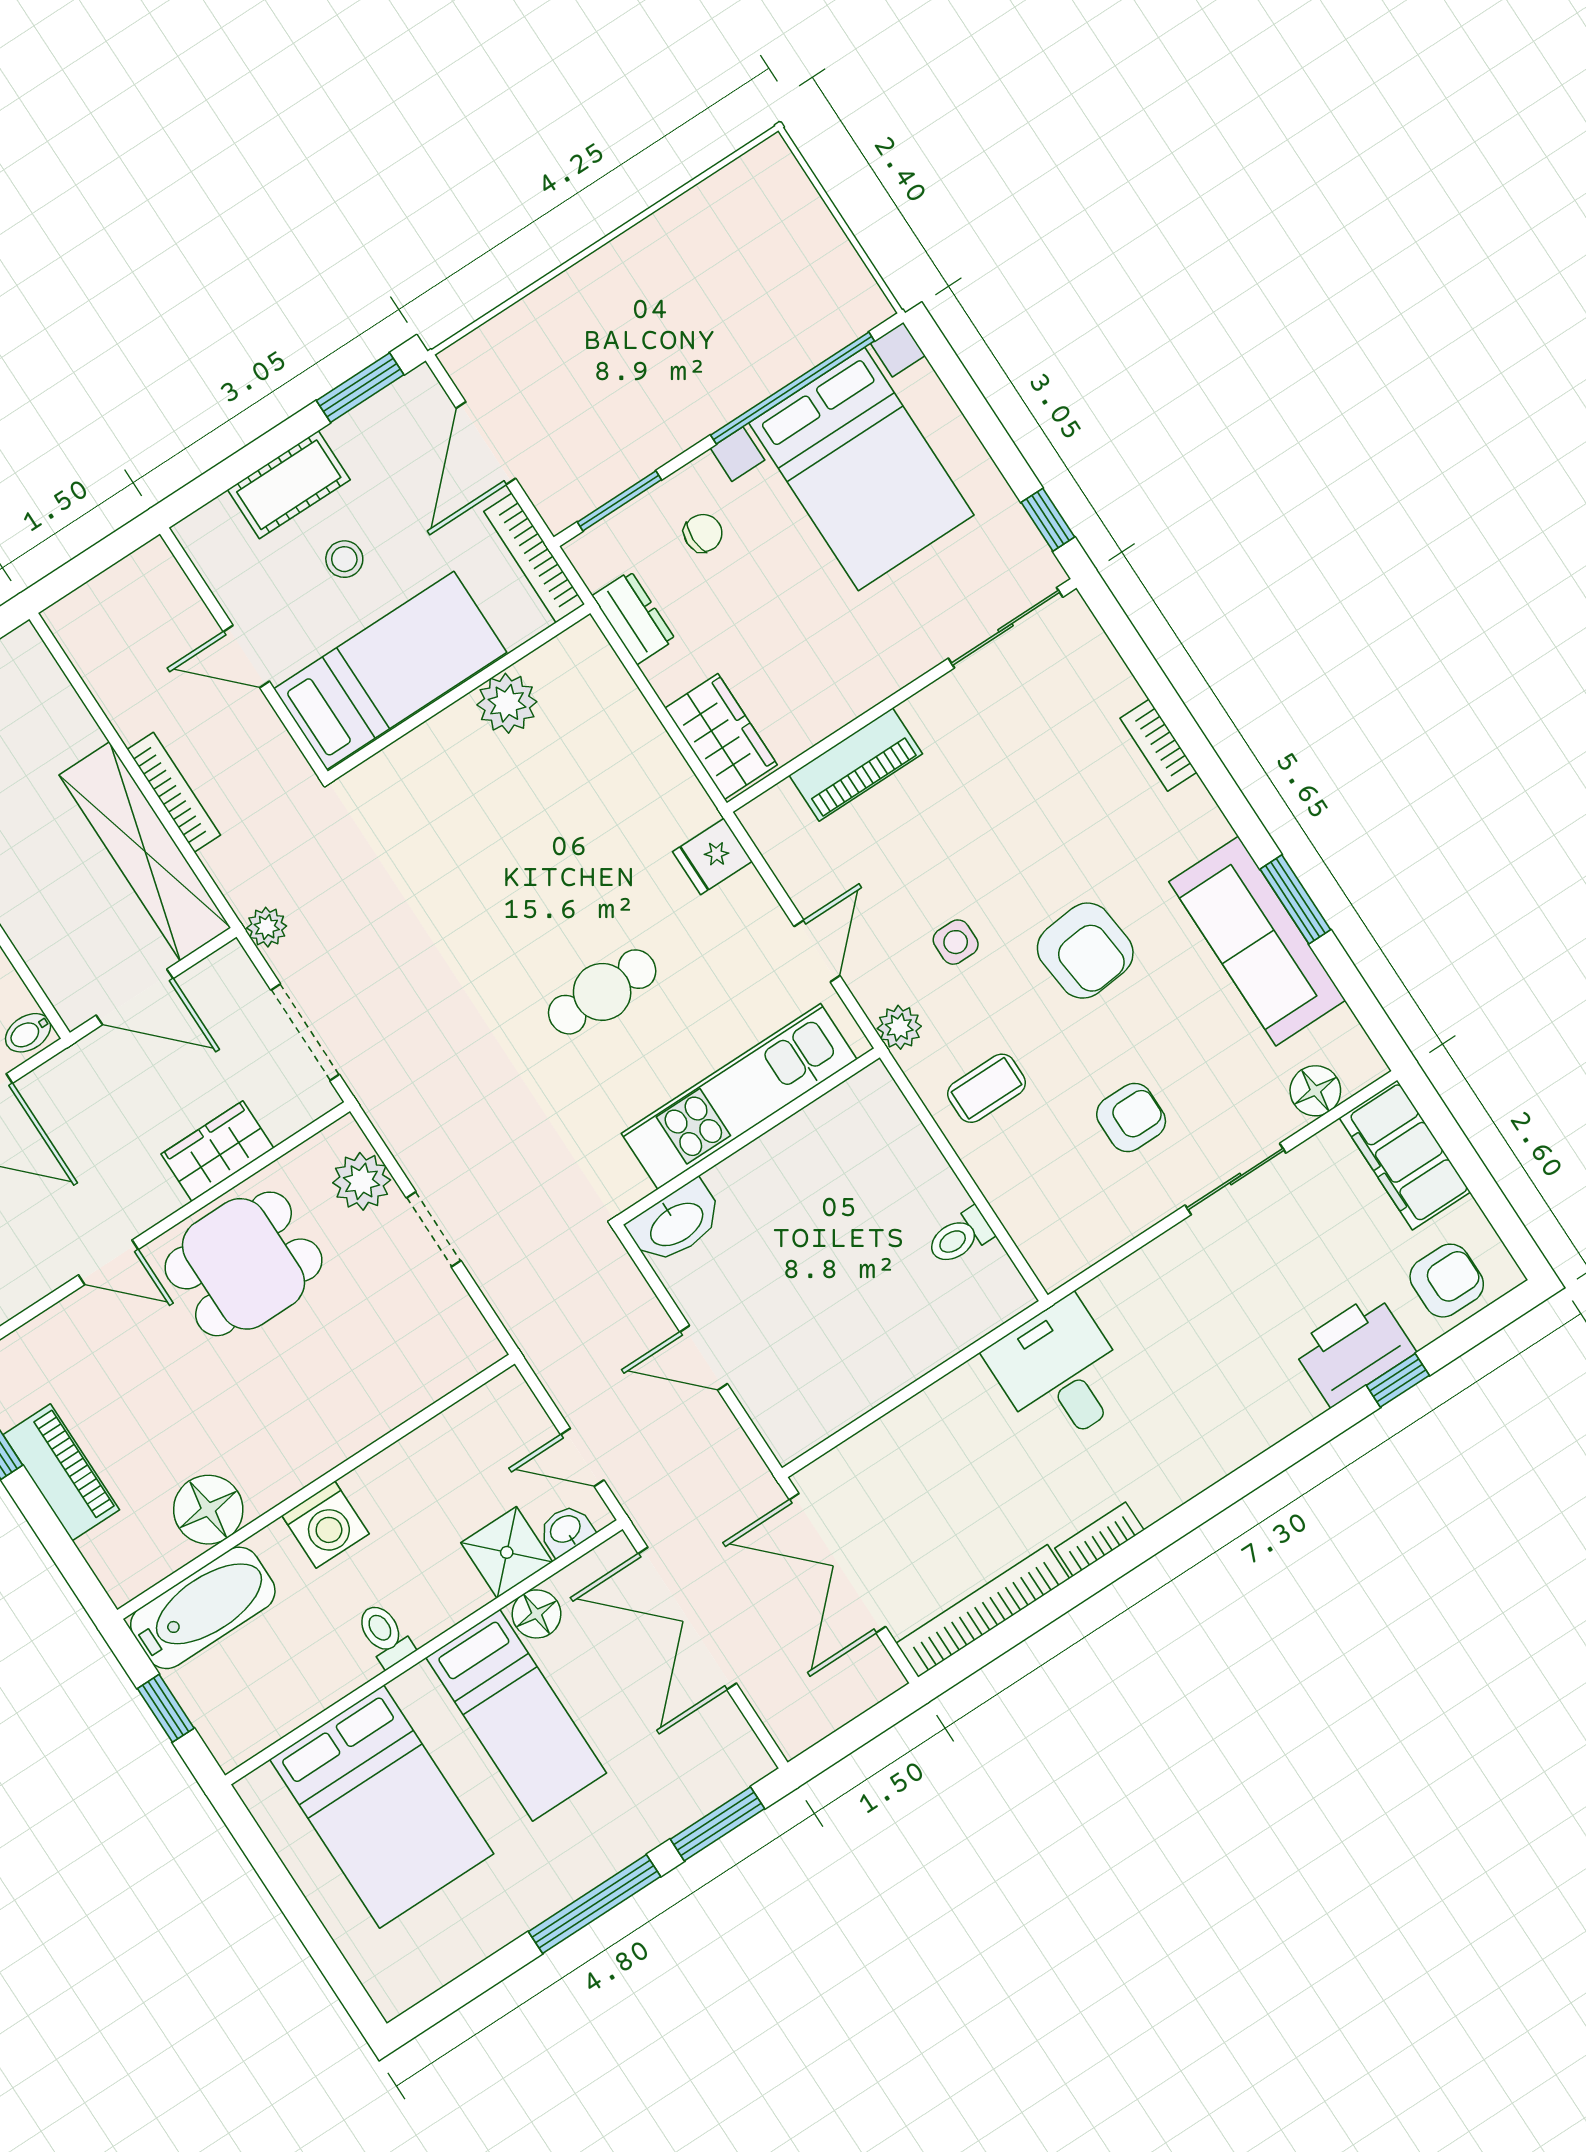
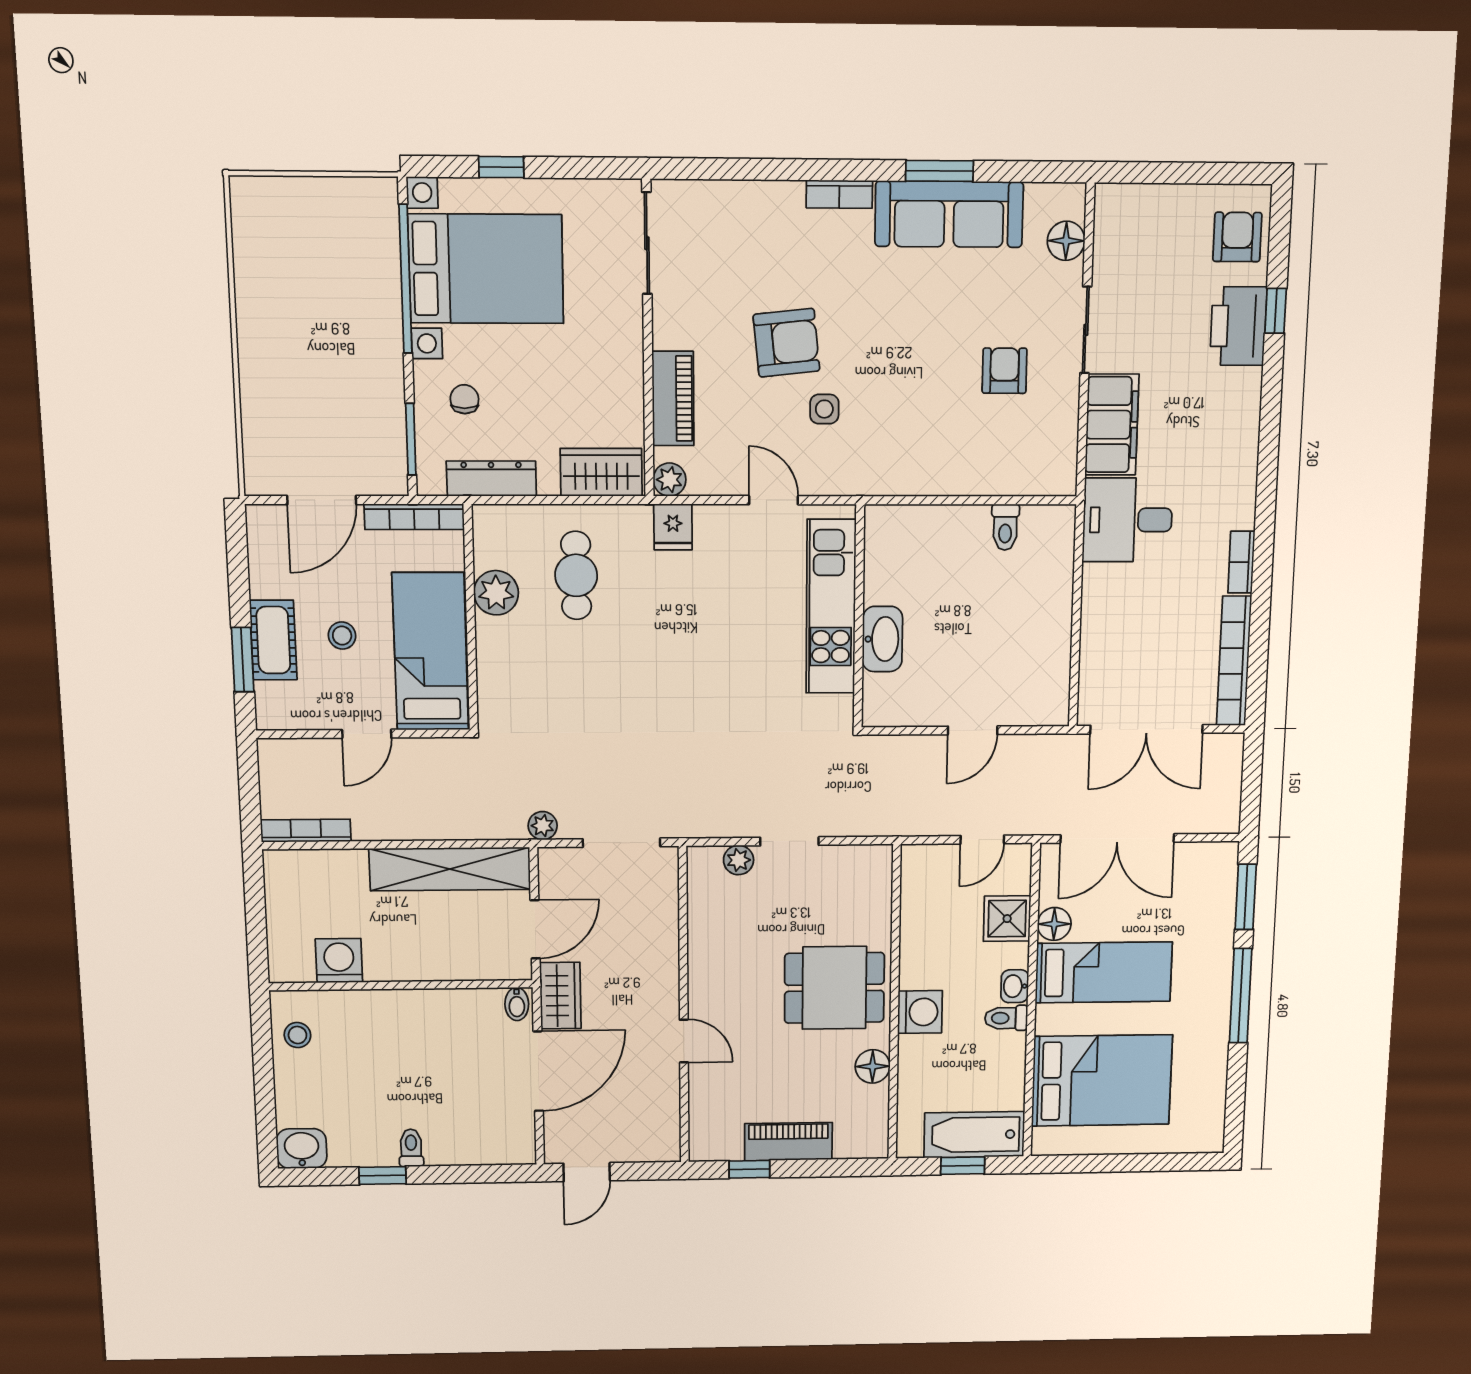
window: (360, 388) -> (243, 660), moved
door: (486, 443) -> (322, 500), hinge flipped
window: (1048, 520) -> (501, 167), moved
dresser: (634, 618) -> (491, 479), width x1.44
bookcase: (1158, 745) -> (839, 194), moved
bookcase: (174, 792) -> (306, 831), moved
armchair: (1085, 951) -> (786, 343), moved
cafe table: (602, 992) -> (576, 575), moved
plant: (899, 1027) -> (669, 480), moved
coffee table: (987, 1088) -> (927, 450), removed
wardrobe: (217, 1151) -> (560, 996), moved, turned 180
filing cabinet: (1405, 1155) -> (1112, 425), moved, turned -90
plant: (362, 1181) -> (739, 860), width x0.73, depth x0.73
washbasin: (676, 1223) -> (882, 639), moved
door: (108, 1262) -> (684, 1041), hinge flipped
dining table: (243, 1264) -> (834, 988), moved, turned 90
floor lamp: (208, 1510) -> (873, 1066), width x0.73, depth x0.73
washbasin: (566, 1530) -> (1015, 986), moved
bathtub: (203, 1608) -> (974, 1135), moved, turned -90

